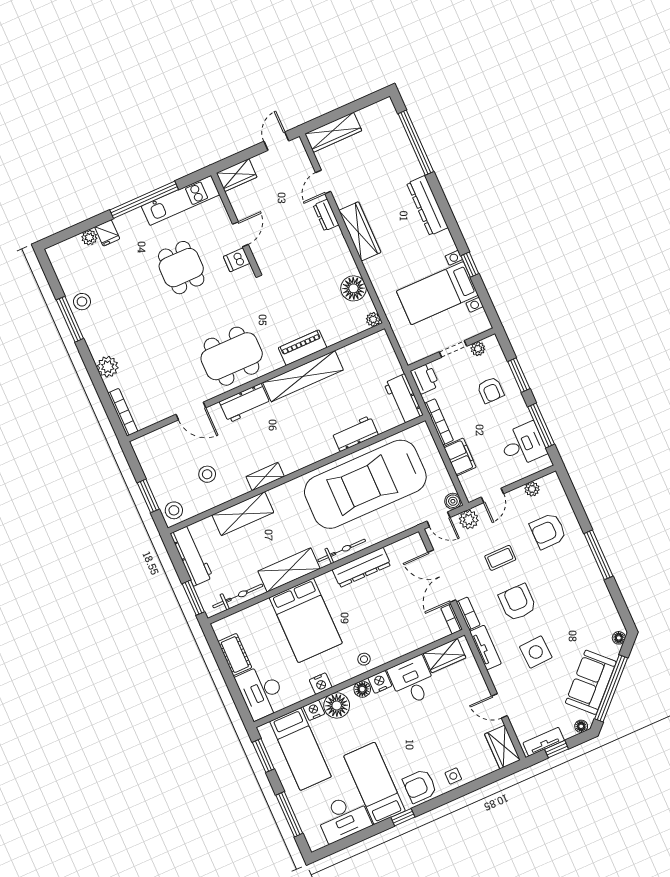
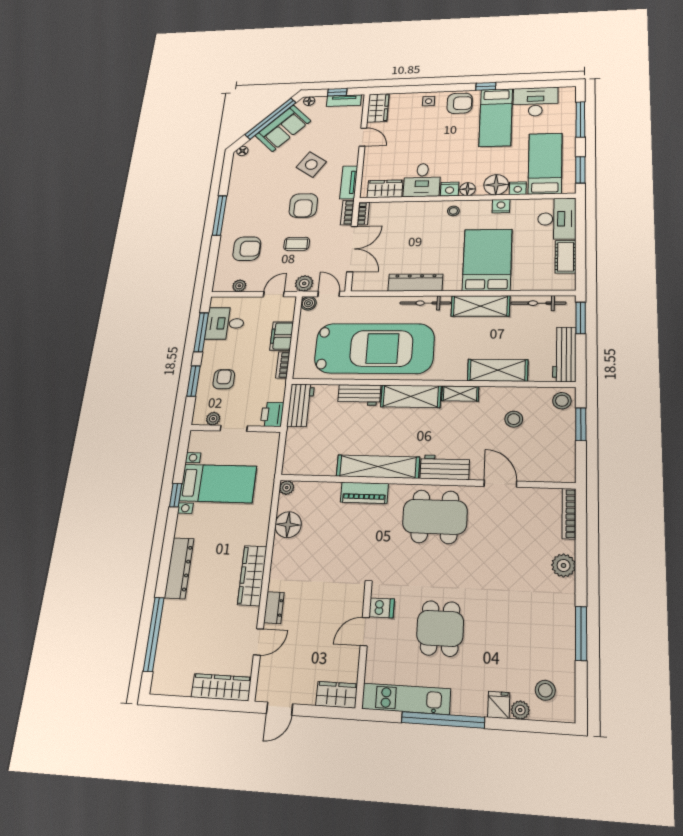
stool: (82, 302) -> (545, 690), moved
bookcase: (439, 422) -> (283, 365), width x0.64
shelving: (308, 454) -> (411, 396), added
side table: (536, 652) -> (311, 165), turned 37

